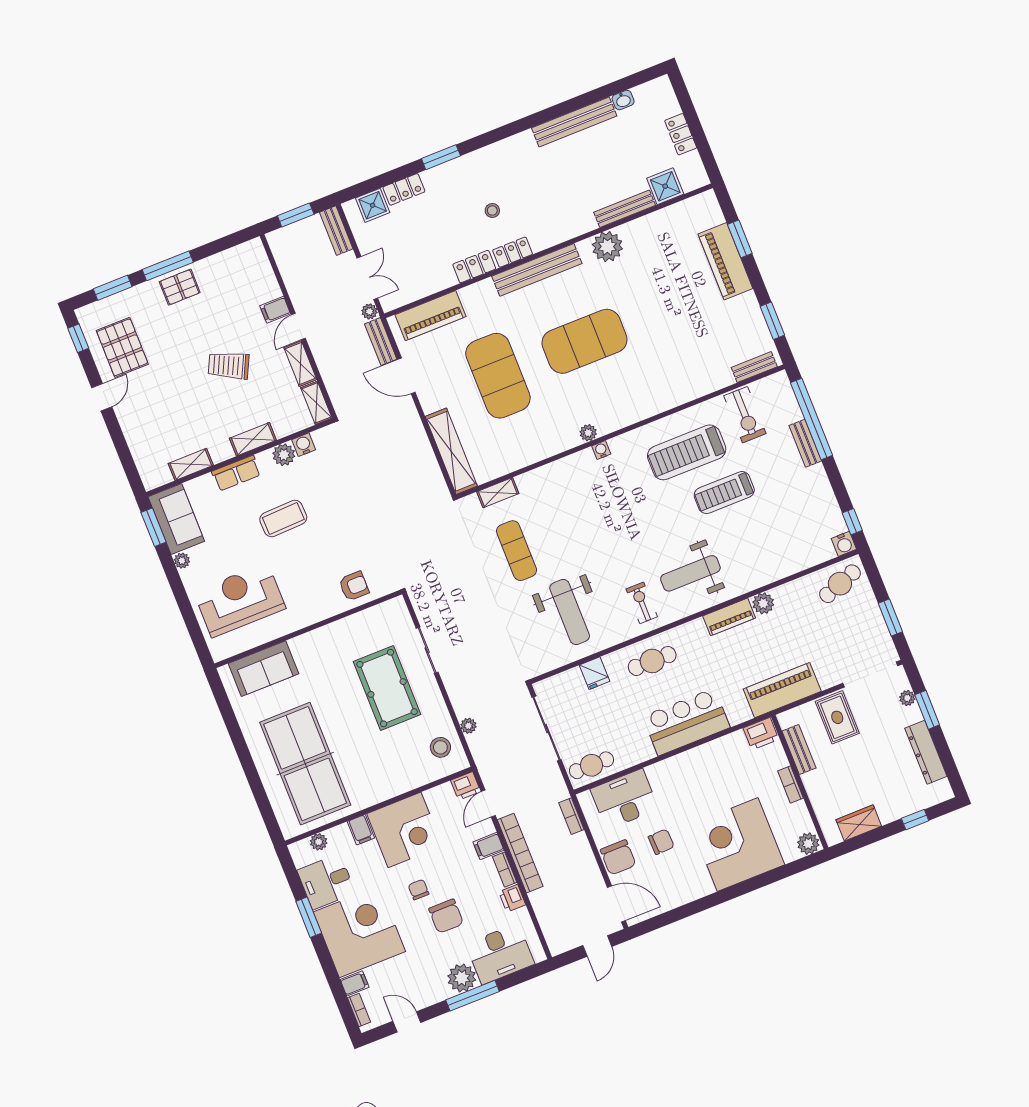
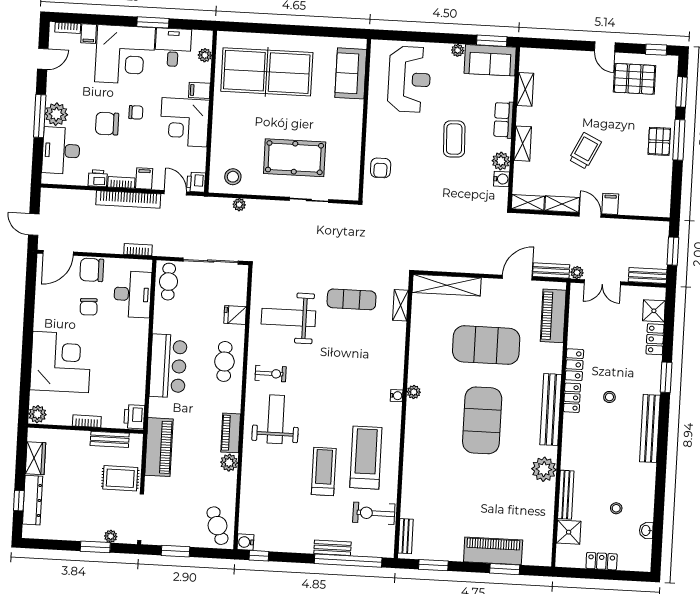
bench: (574, 122) -> (650, 428), moved
stool: (614, 145) -> (616, 508), added
dresser: (926, 752) -> (33, 500), moved, turned 90

